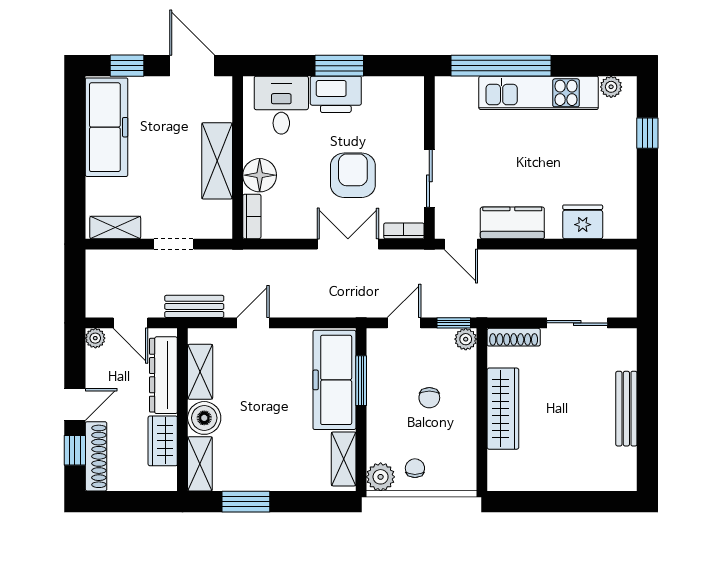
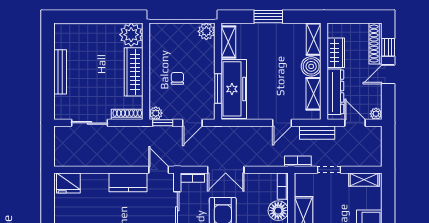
fridge: (583, 222) -> (68, 183), moved
bookcase: (227, 258) -> (298, 161), added
chair: (415, 468) -> (186, 37), removed
plant: (507, 471) -> (131, 35), added
window: (246, 502) -> (268, 17), moved

